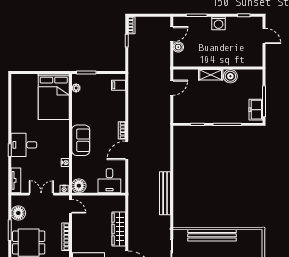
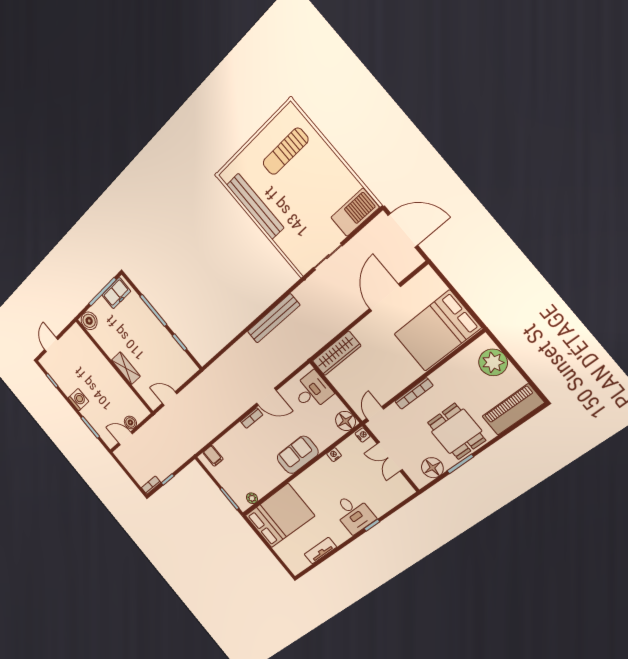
boiler: (230, 76) -> (89, 321), moved
tv unit: (16, 180) -> (320, 551), moved
wardrobe: (119, 229) -> (337, 353), moved
bench: (212, 235) -> (255, 206), moved

